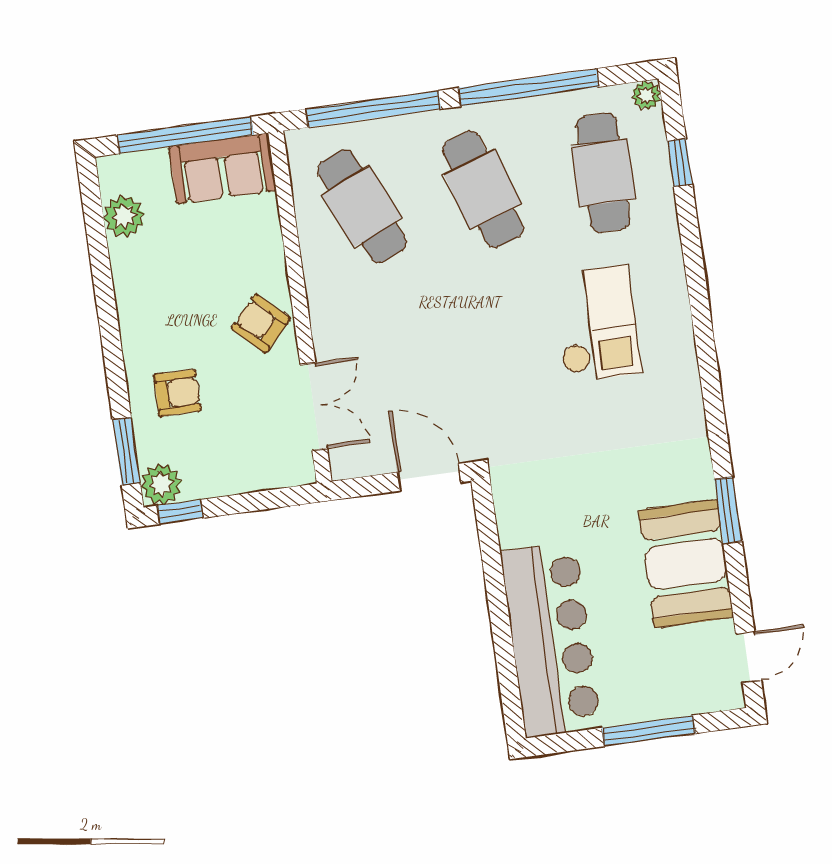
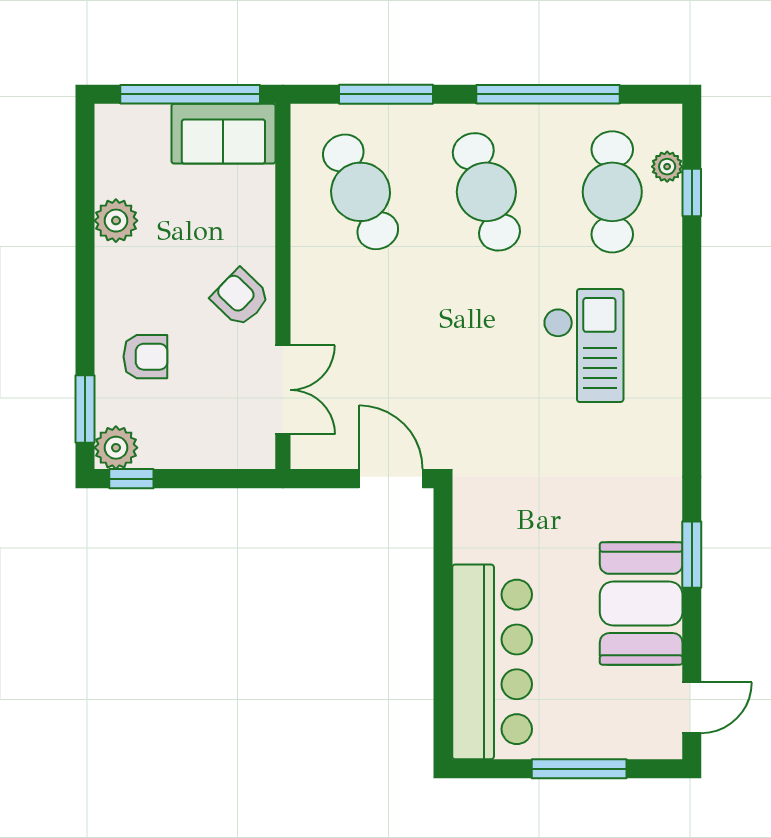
plant: (646, 95) -> (667, 167), moved
window: (373, 109) -> (386, 94), width x0.68
plant: (124, 216) -> (116, 221), moved

